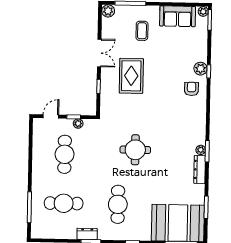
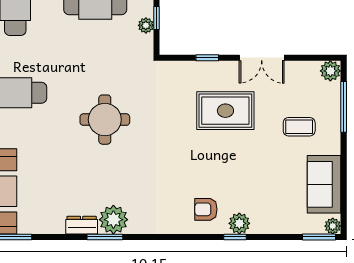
armchair: (192, 89) -> (206, 209), turned 180
plant: (201, 150) -> (113, 220), width x1.88, depth x1.88
dresser: (200, 169) -> (82, 225), width x0.70

